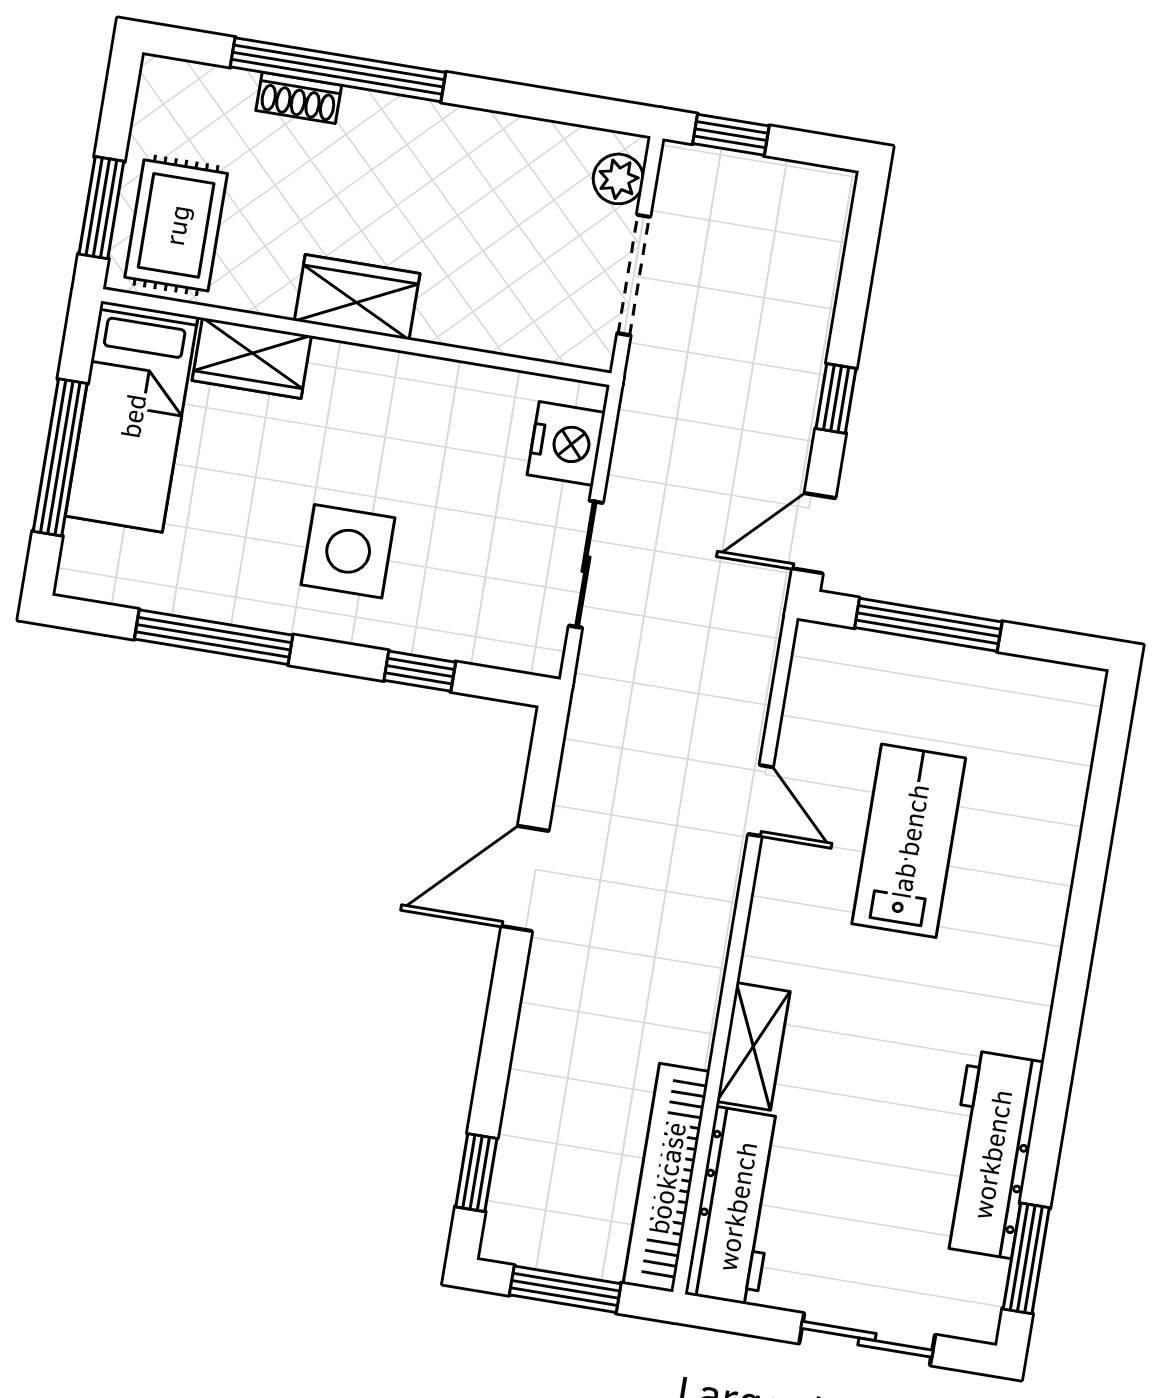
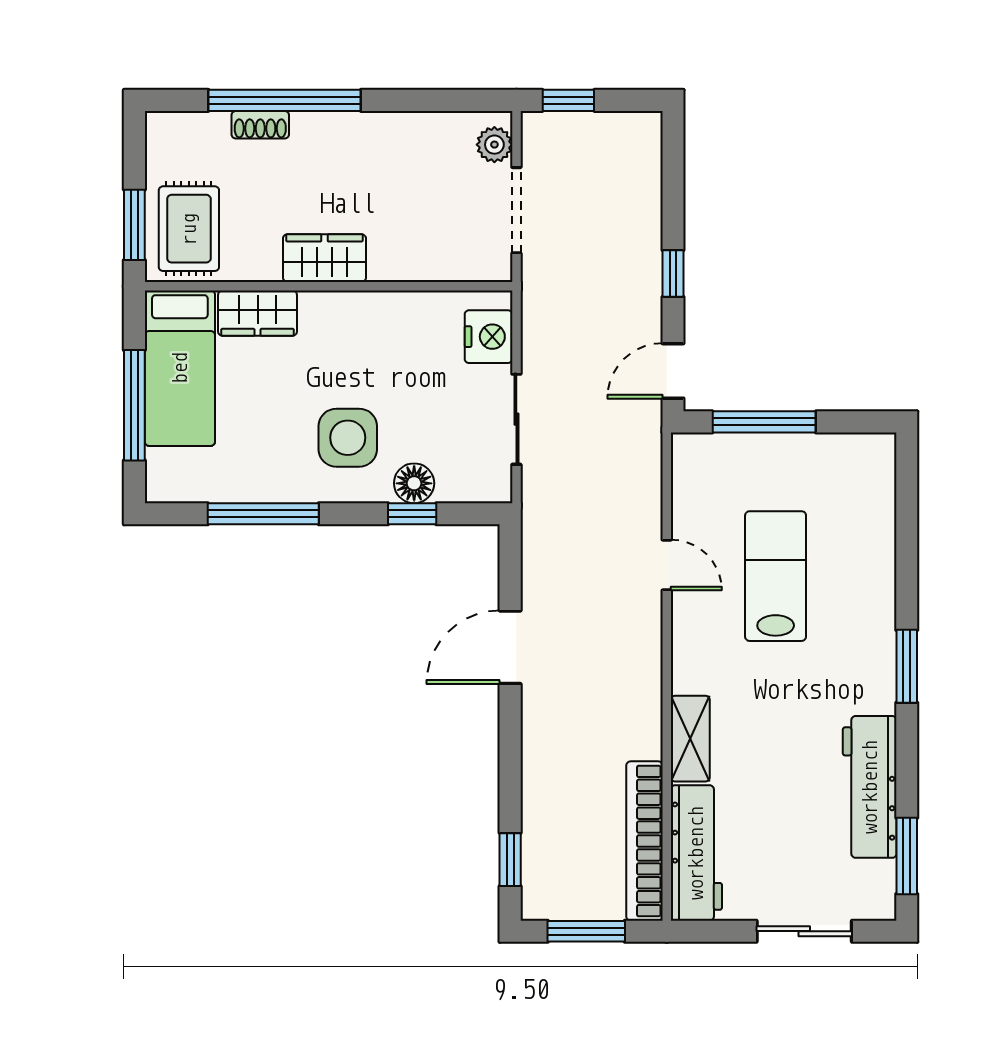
floor lamp: (429, 630) -> (414, 483), added
window: (1070, 996) -> (907, 666), added

